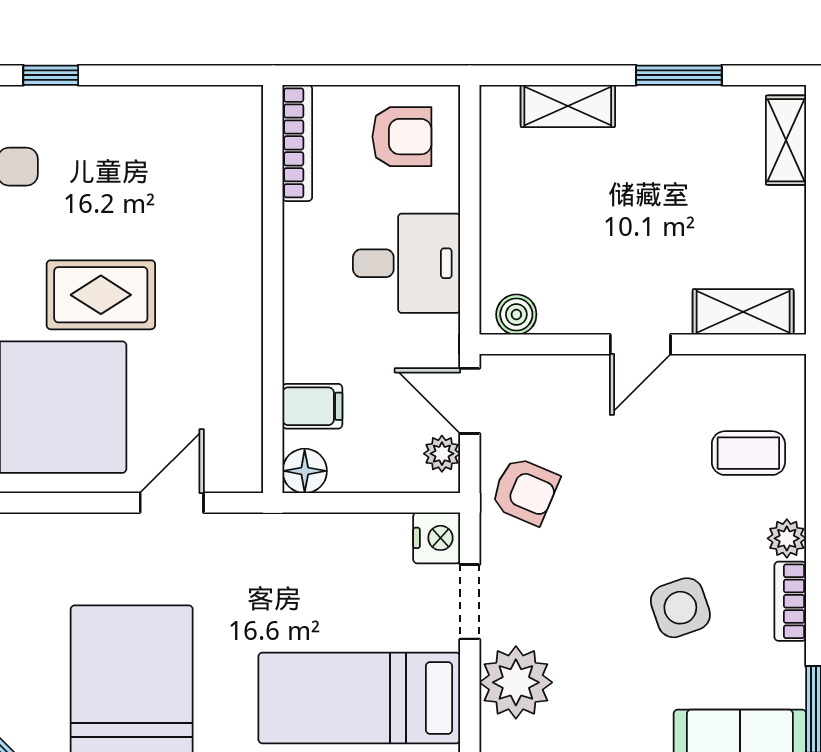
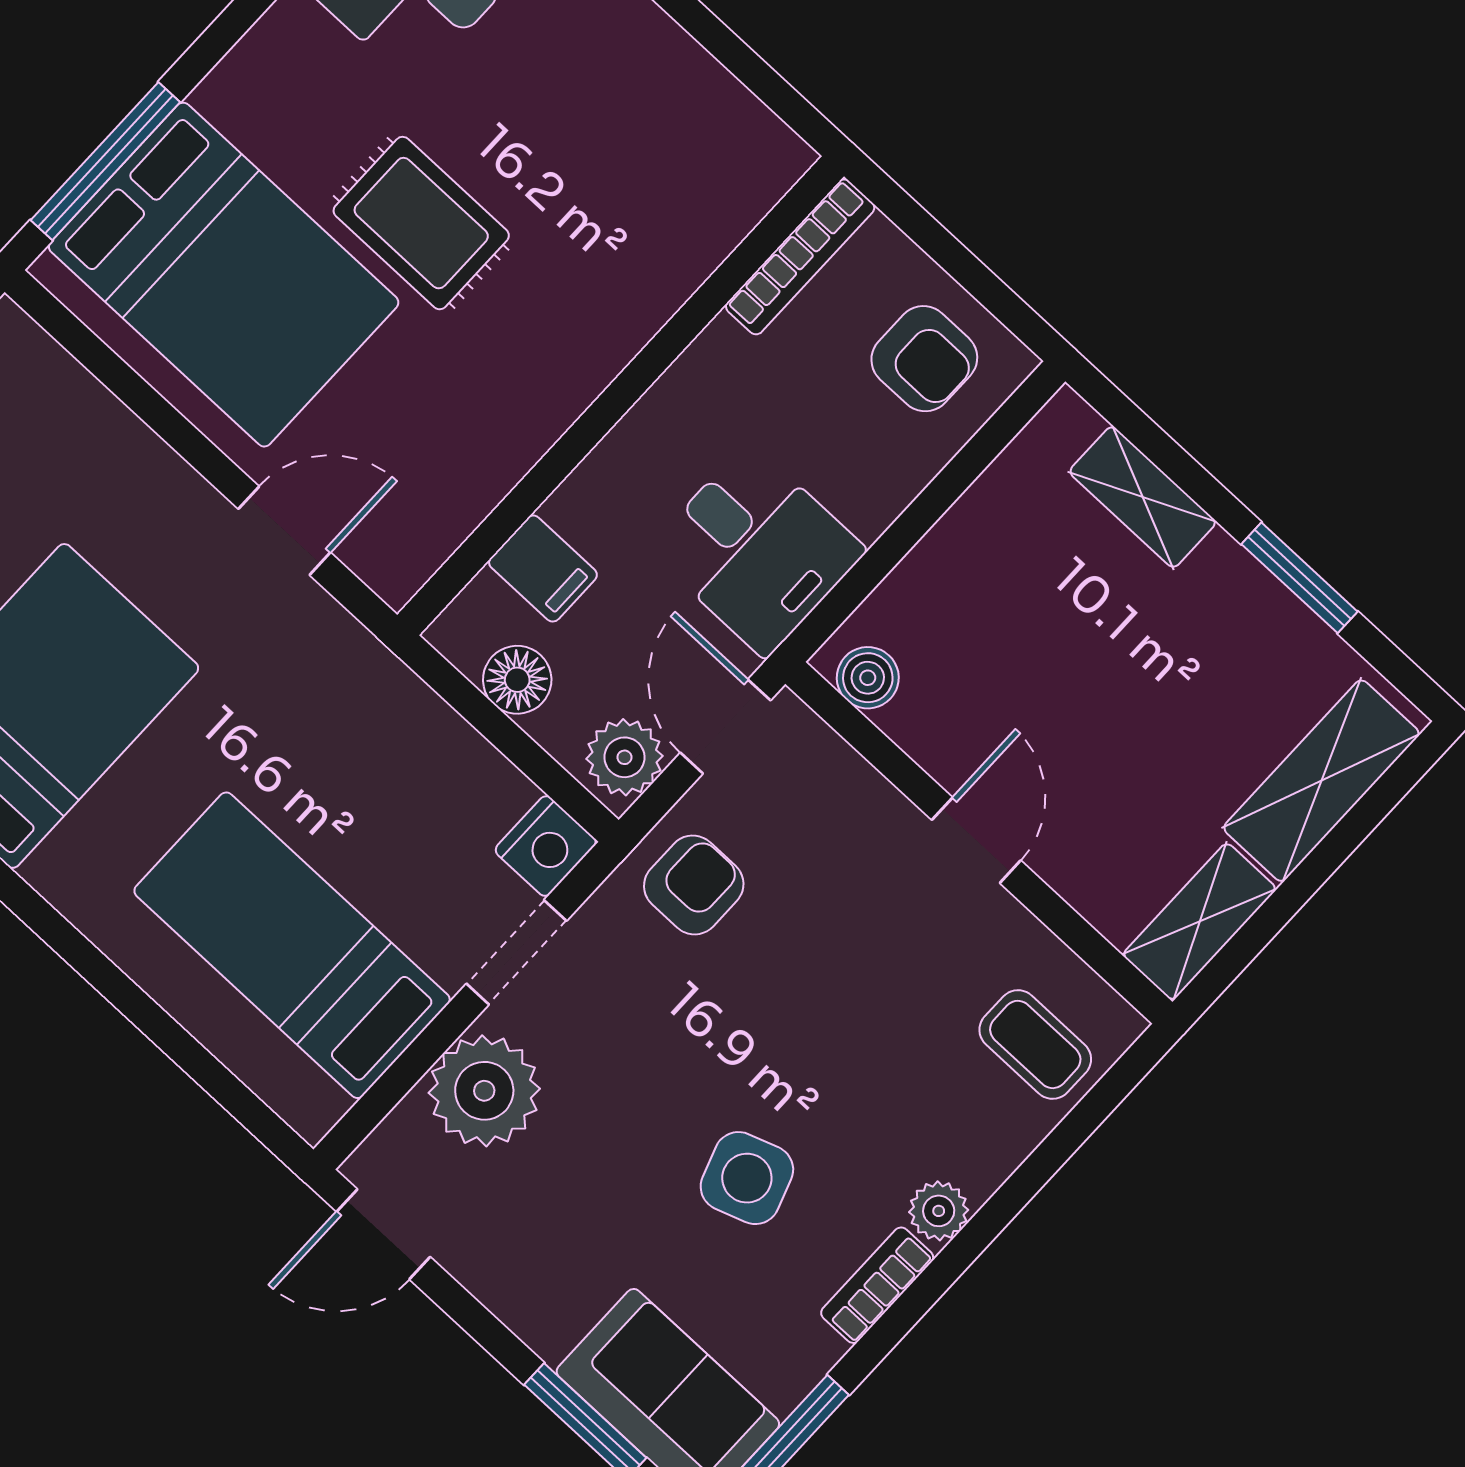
shelving: (786, 140) -> (1321, 781), width x1.50, depth x1.33
desk: (407, 263) -> (757, 550), moved
shelving: (743, 312) -> (1200, 922), moved, turned 90
door: (640, 344) -> (976, 840), swing flipped
coffee table: (748, 453) -> (1035, 1044), moved
plant: (442, 454) -> (625, 757), width x1.38, depth x1.38
floor lamp: (305, 471) -> (517, 680), moved
armchair: (525, 491) -> (694, 885), turned -113

